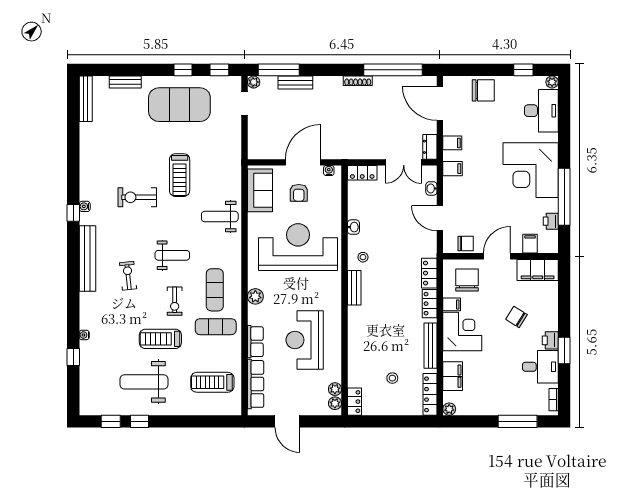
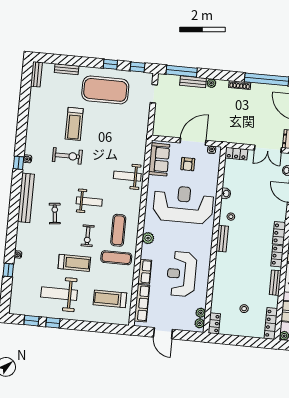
plant: (254, 82) -> (211, 83), moved
bench: (86, 99) -> (36, 74), width x0.73
treadmill: (180, 175) -> (74, 124), moved
exercise bike: (137, 197) -> (67, 156), turned 180
treadmill: (160, 339) -> (74, 263), turned 180
bench: (431, 346) -> (275, 283), width x0.73

